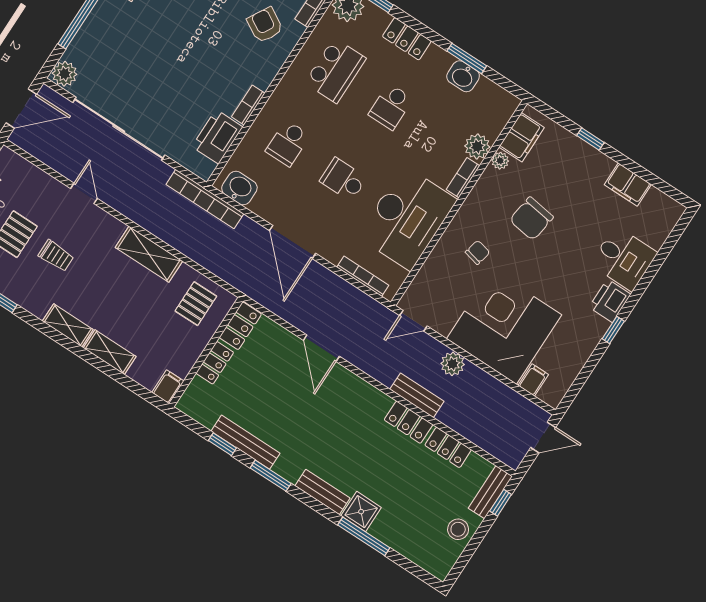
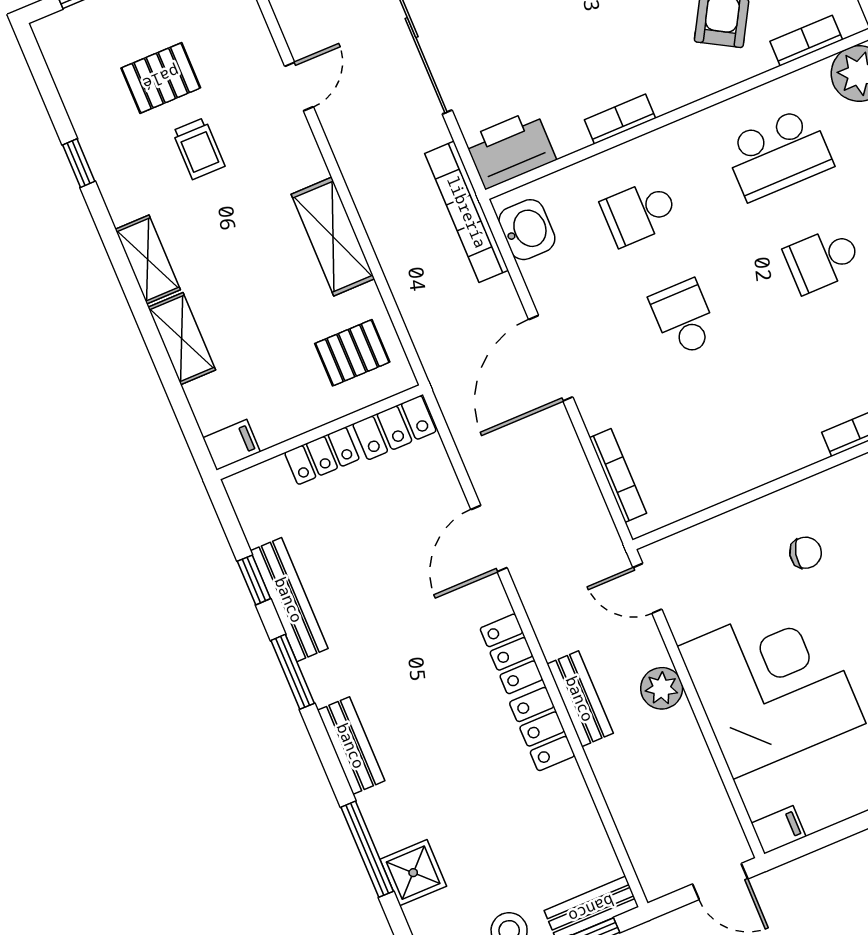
printer: (217, 137) -> (510, 149), moved
desk: (407, 218) -> (738, 435), removed
filing cabinet: (533, 380) -> (779, 830), moved
locker: (448, 447) -> (511, 654), moved
shower: (361, 512) -> (413, 873), moved

